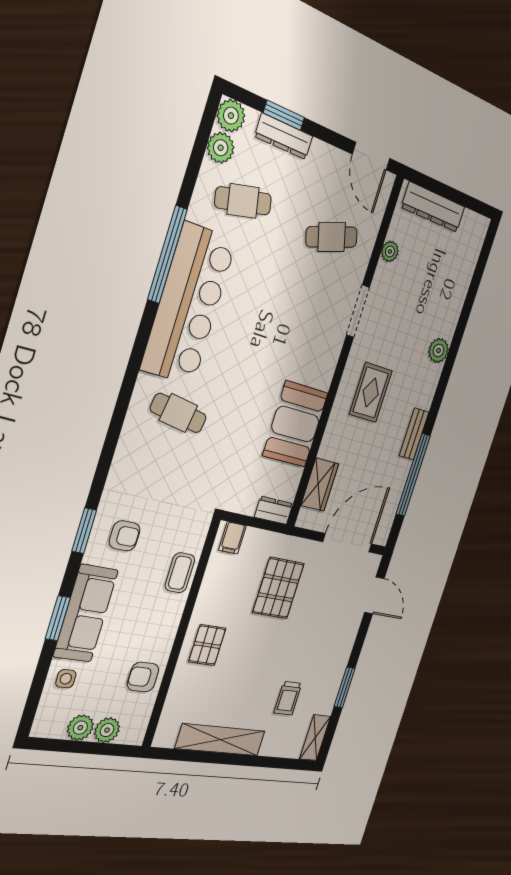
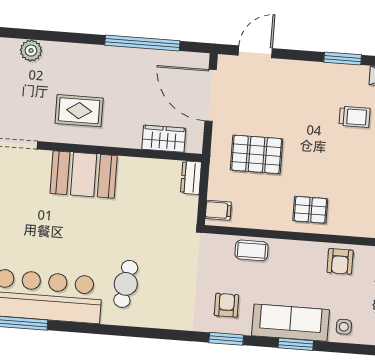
booth: (295, 424) -> (84, 174), moved
bench: (414, 434) -> (107, 54), removed

